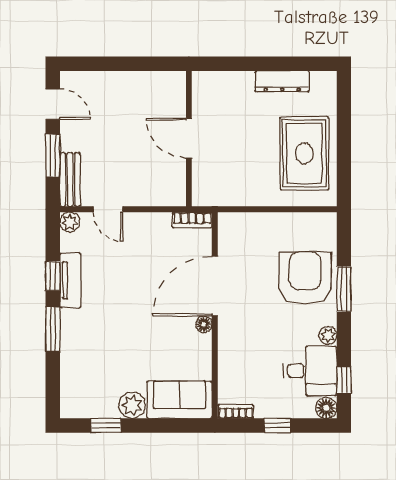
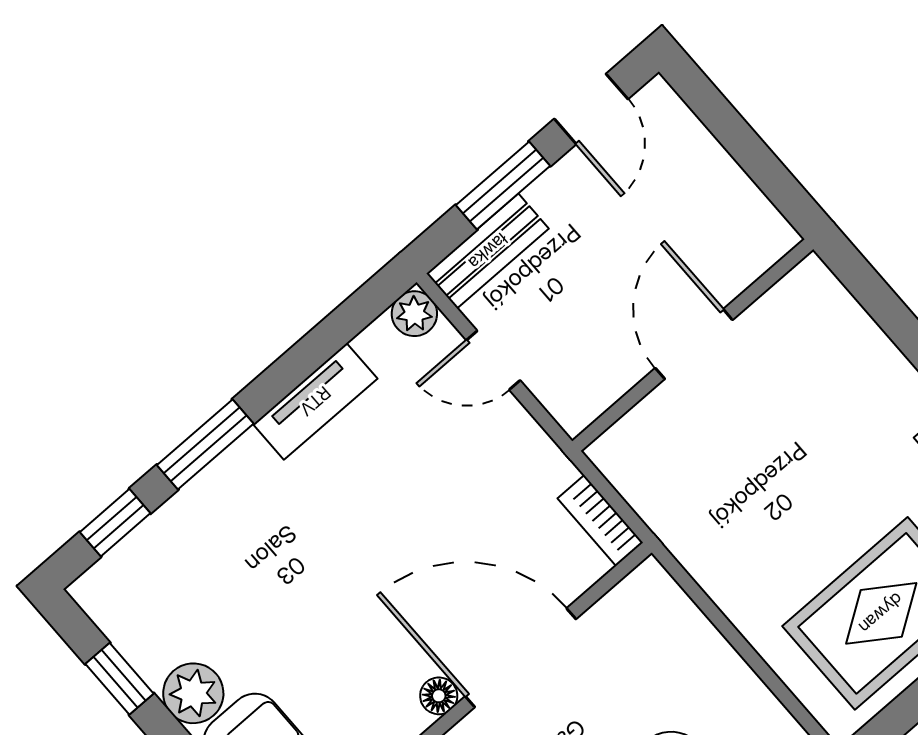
door: (189, 138) -> (694, 344), moved
wall: (189, 139) -> (693, 345), moved
door: (108, 209) -> (493, 360), hinge flipped
window: (53, 276) -> (115, 523), moved

